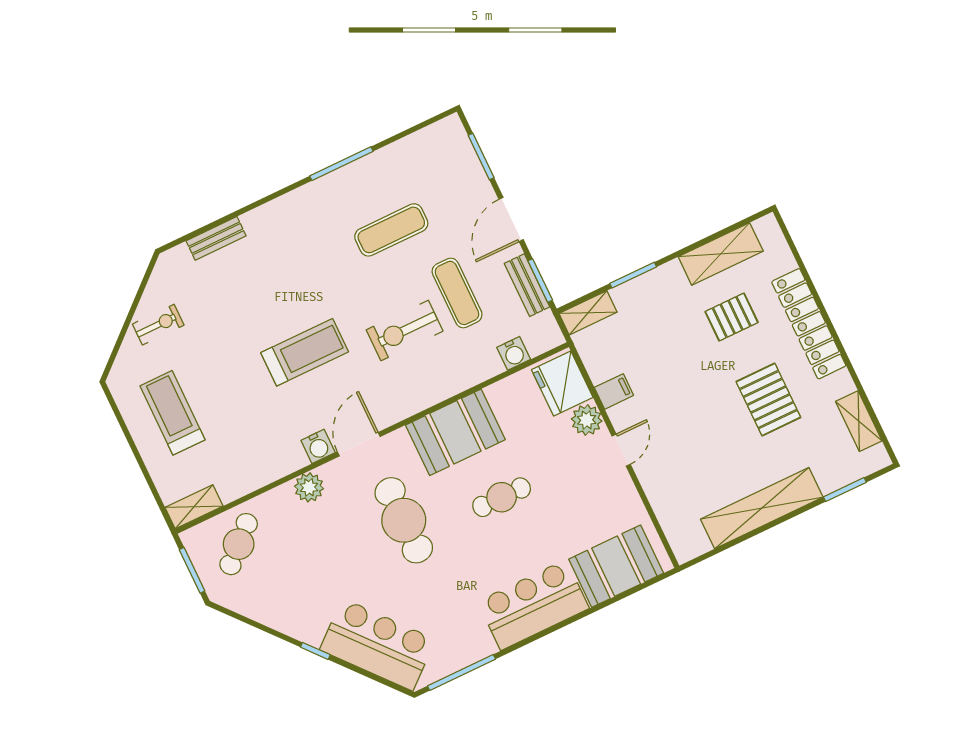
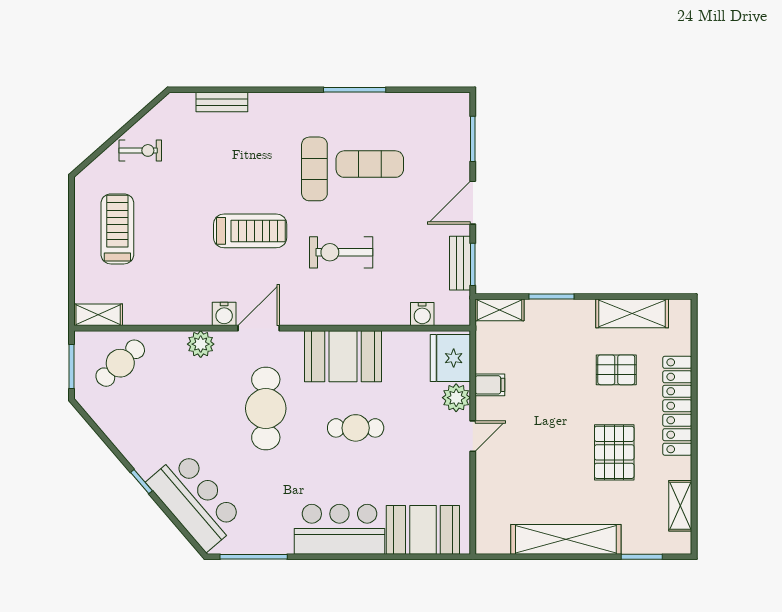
exercise mat: (457, 293) -> (314, 169), moved

